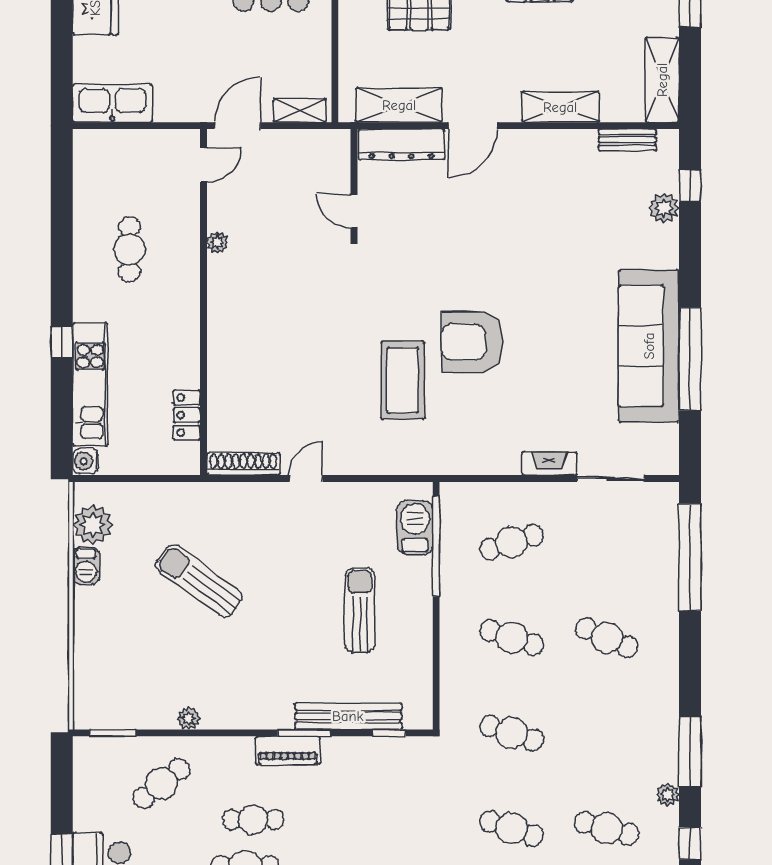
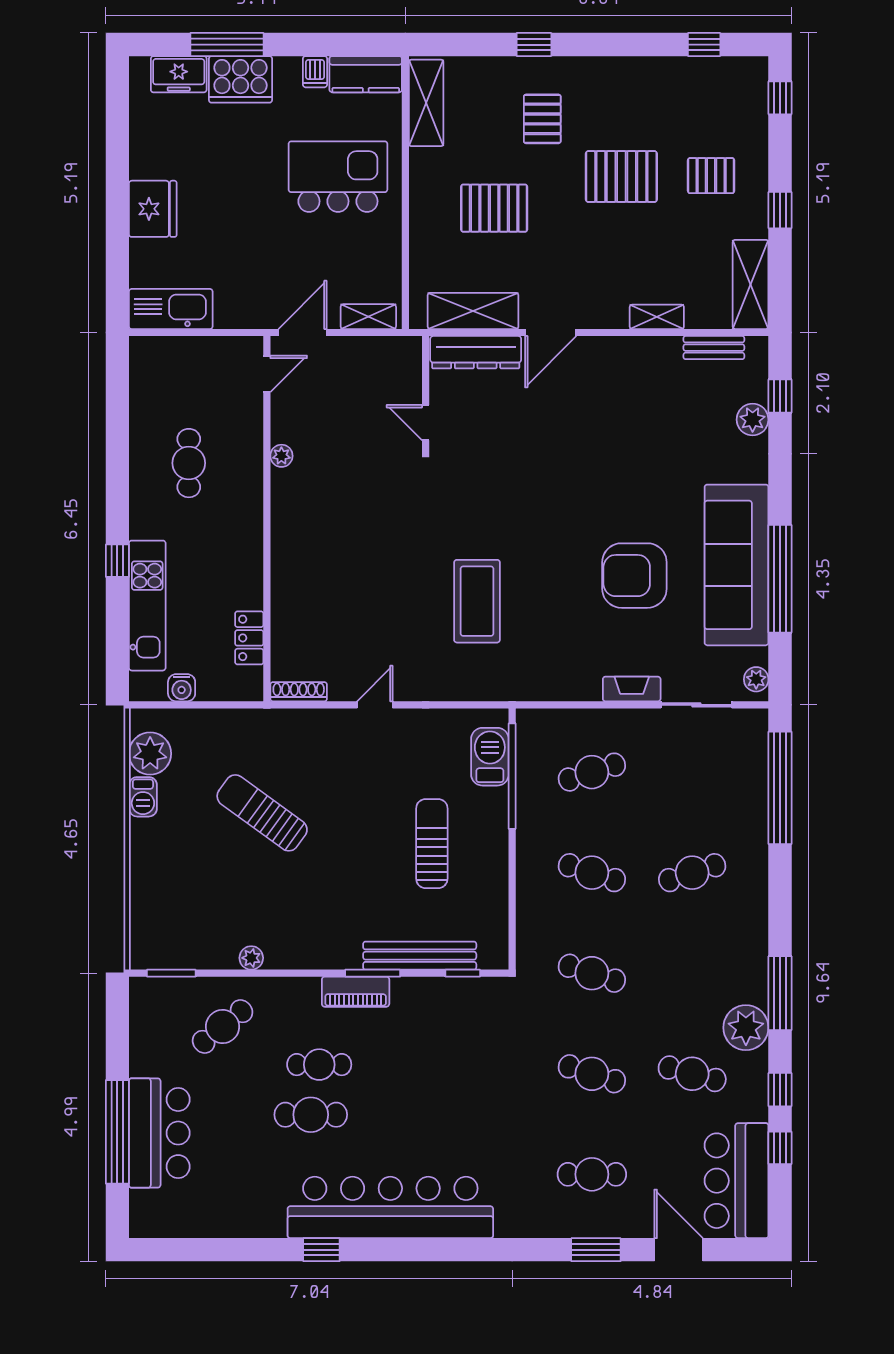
shelving: (560, 107) -> (657, 317), width x0.67, depth x0.75
armchair: (472, 342) -> (634, 576), moved
plant: (667, 454) -> (756, 679), added
water cooler: (86, 461) -> (182, 688), moved, turned -90
shoe rack: (243, 464) -> (299, 692), width x0.74, depth x0.81
cafe table: (607, 638) -> (692, 873), turned -42
plant: (668, 794) -> (746, 1028), width x1.88, depth x1.88

